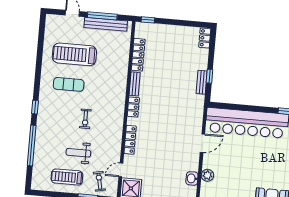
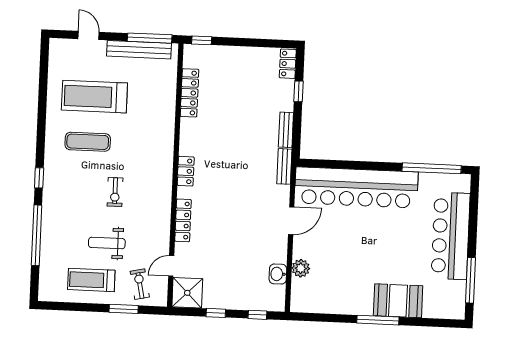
window: (102, 16) -> (150, 38), moved
window: (209, 76) -> (298, 91), moved
bench: (135, 84) -> (284, 166), moved

